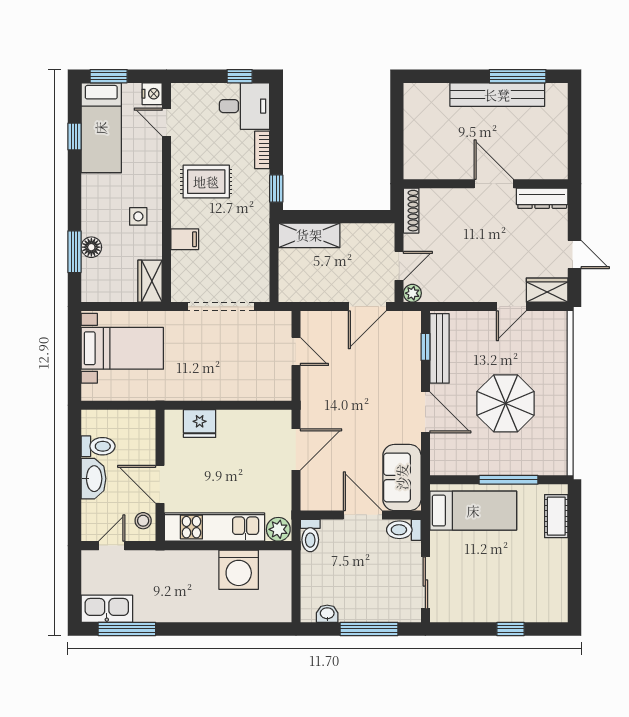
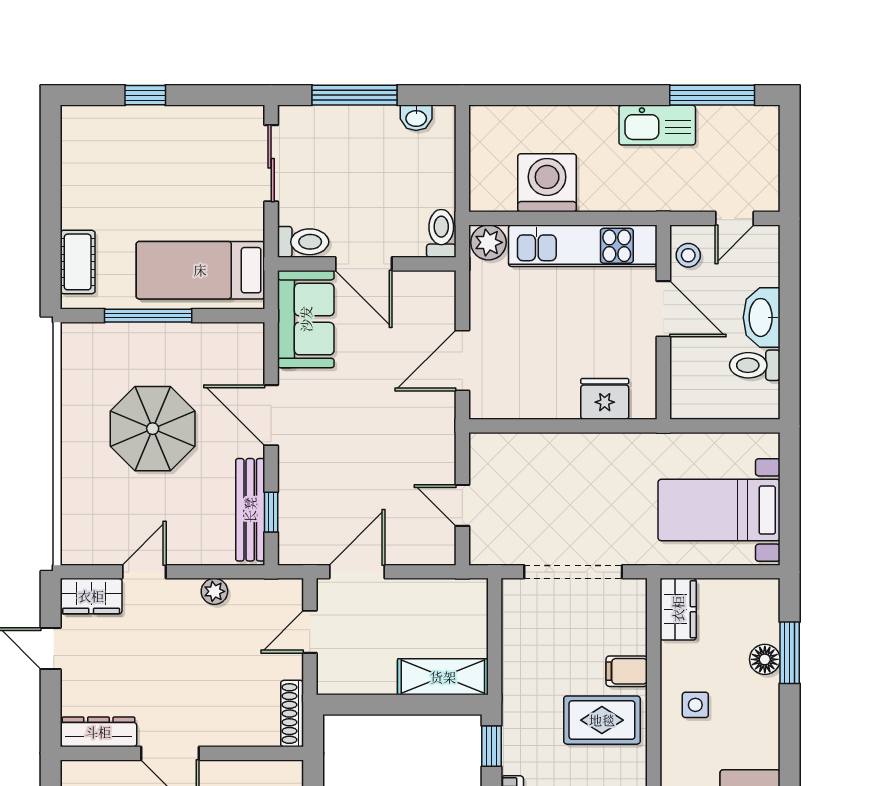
rug: (206, 182) -> (602, 720), moved
plant: (412, 293) -> (214, 591), moved
kitchen sink: (107, 609) -> (657, 125), moved

